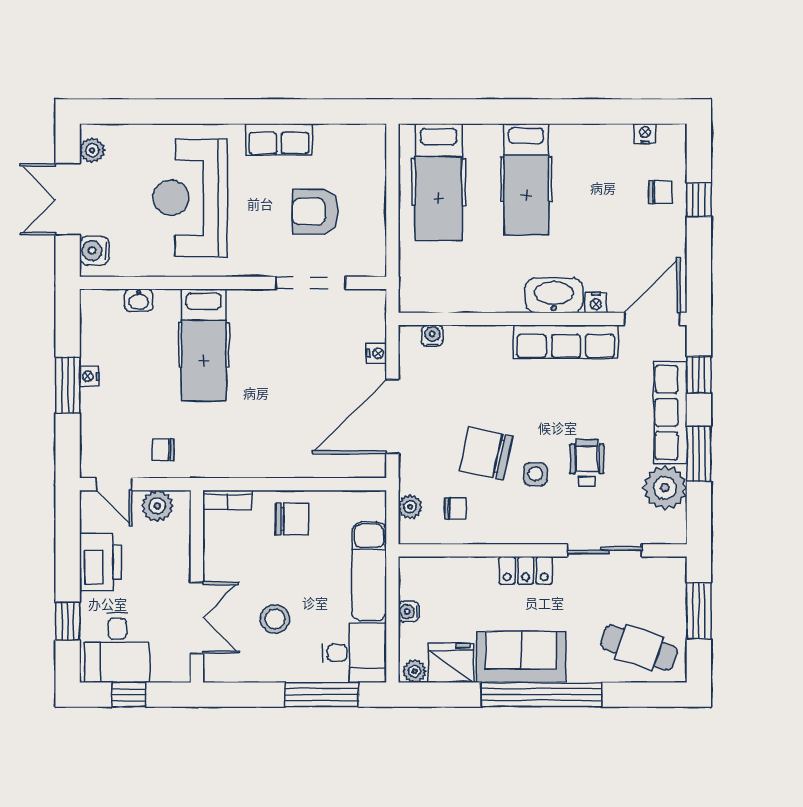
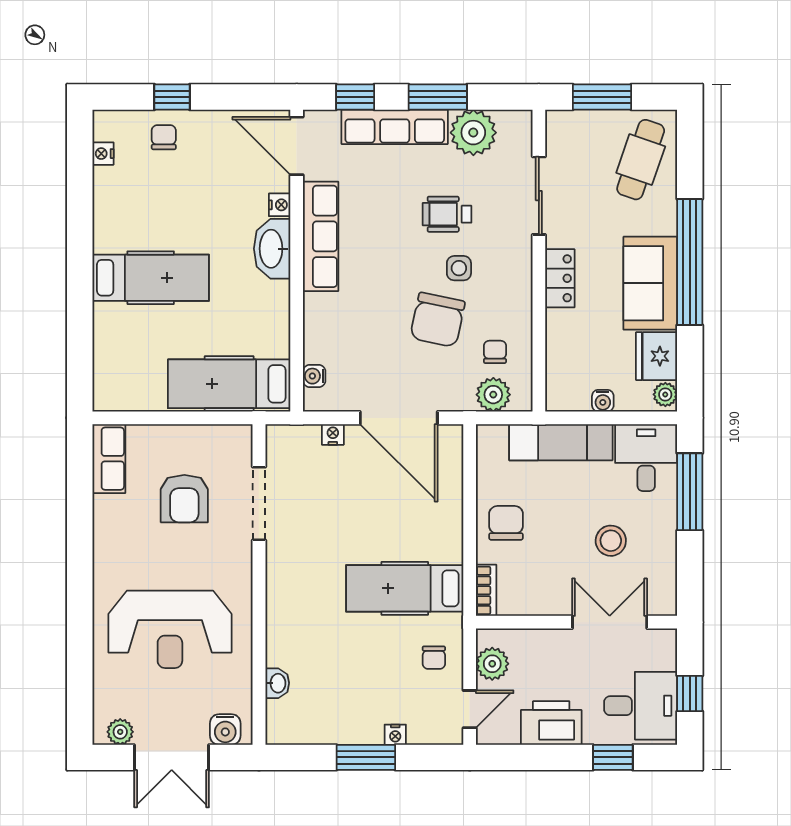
row of seats: (279, 139) -> (109, 459), moved
hospital bed: (439, 182) -> (229, 384), moved, turned 180
hospital bed: (204, 345) -> (405, 588), moved, turned 180
nightstand: (89, 376) -> (395, 735), moved
plant: (410, 507) -> (493, 395), width x1.38, depth x1.38

